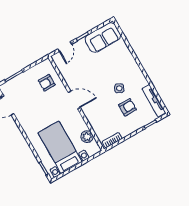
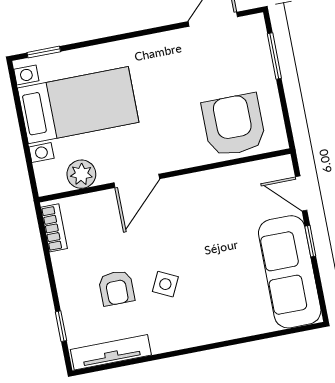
sofa: (103, 37) -> (290, 272), width x1.36
armchair: (47, 83) -> (234, 125), width x1.88, depth x1.88
door: (74, 100) -> (137, 181), moved

